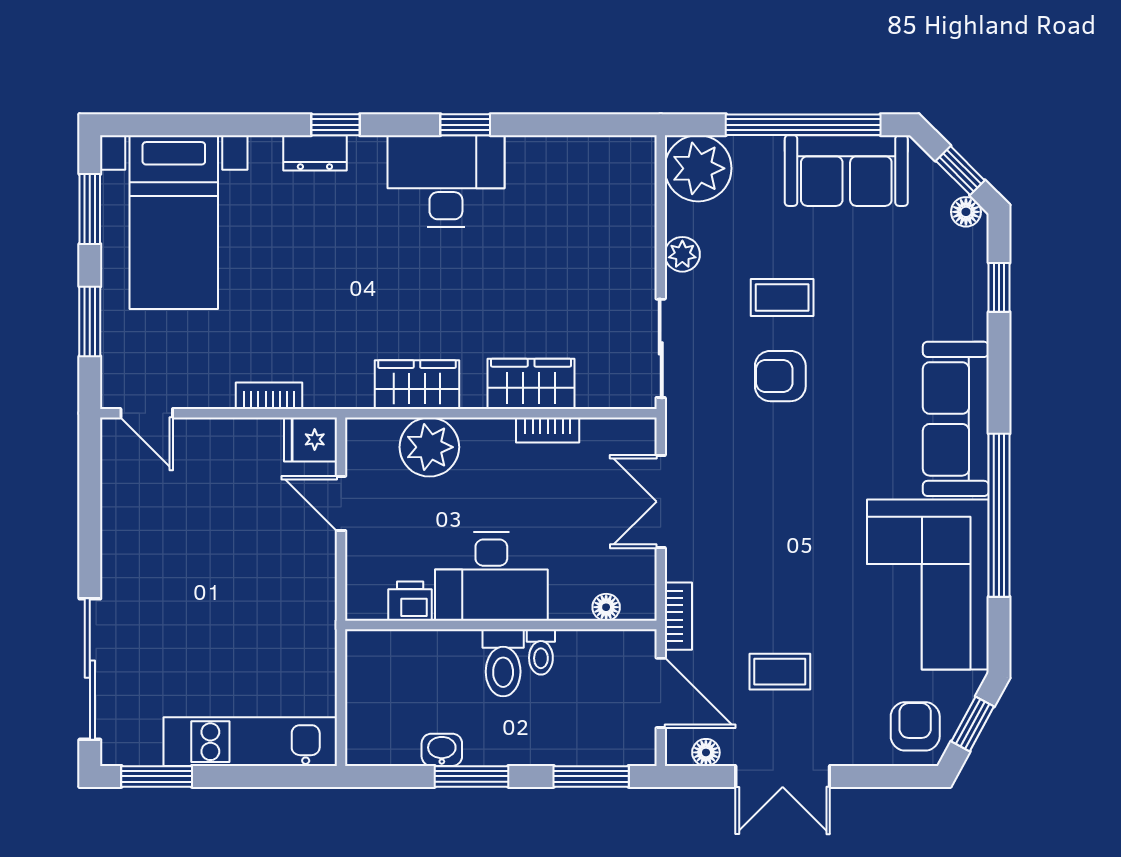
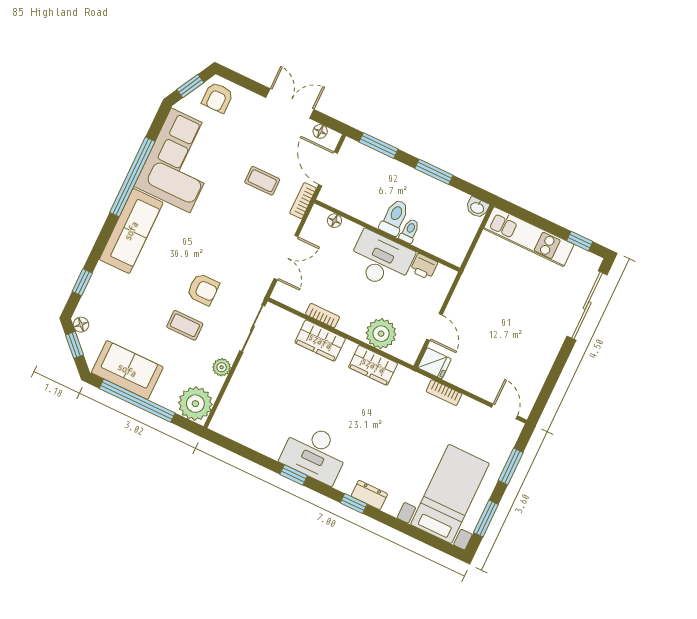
toilet: (541, 652) -> (409, 231), moved
coffee table: (780, 672) -> (262, 181), moved
washbasin: (442, 750) -> (477, 208), moved
window: (157, 776) -> (580, 241), width x0.67

